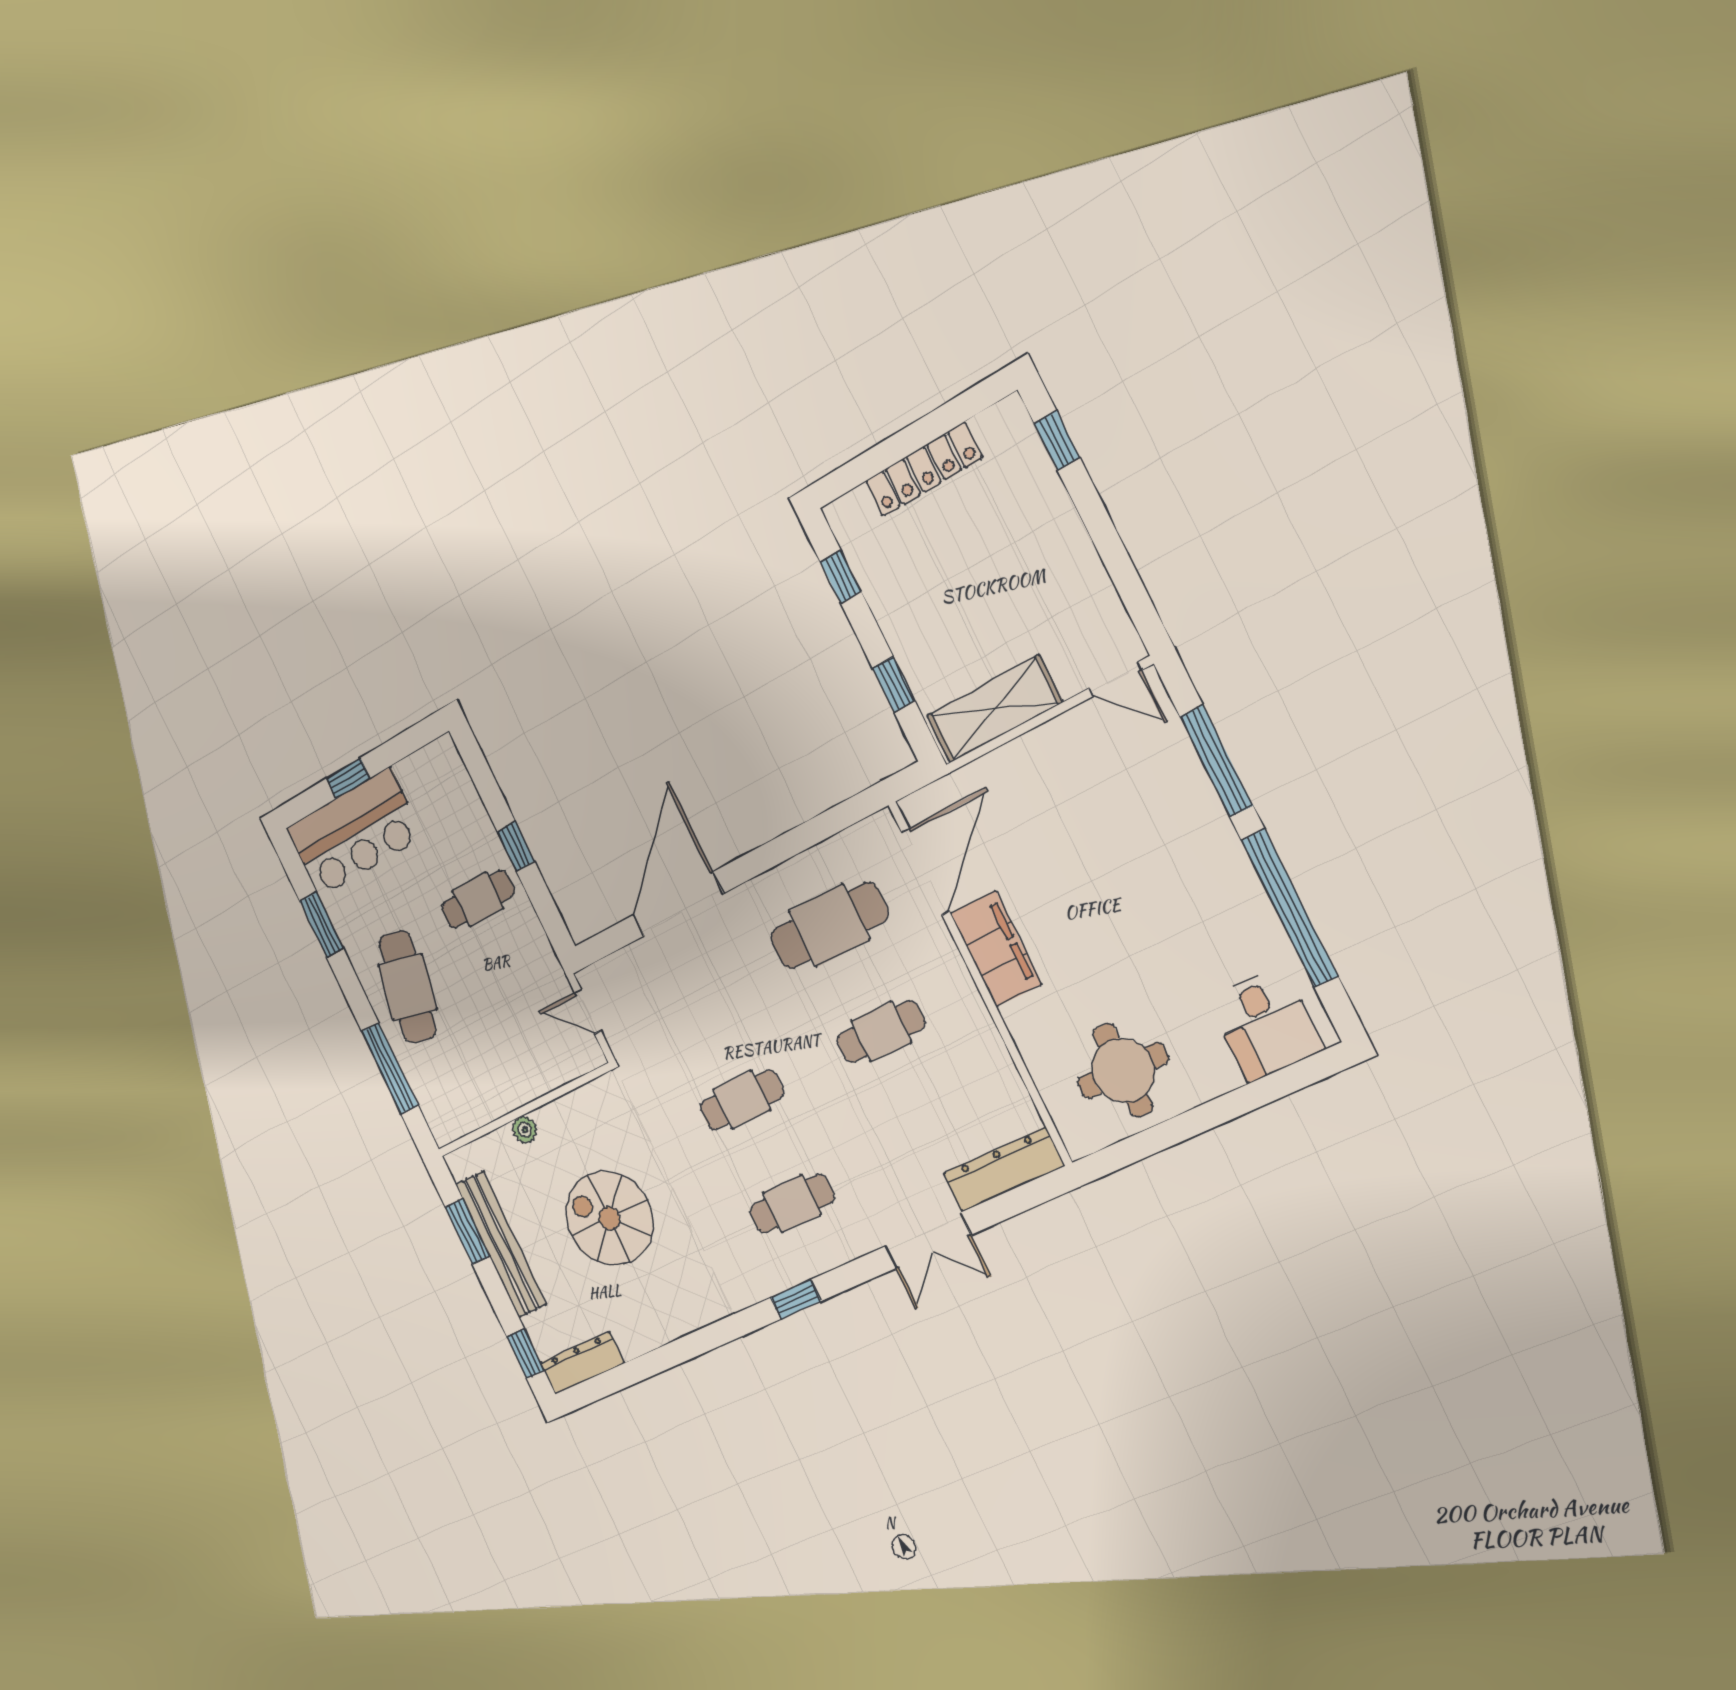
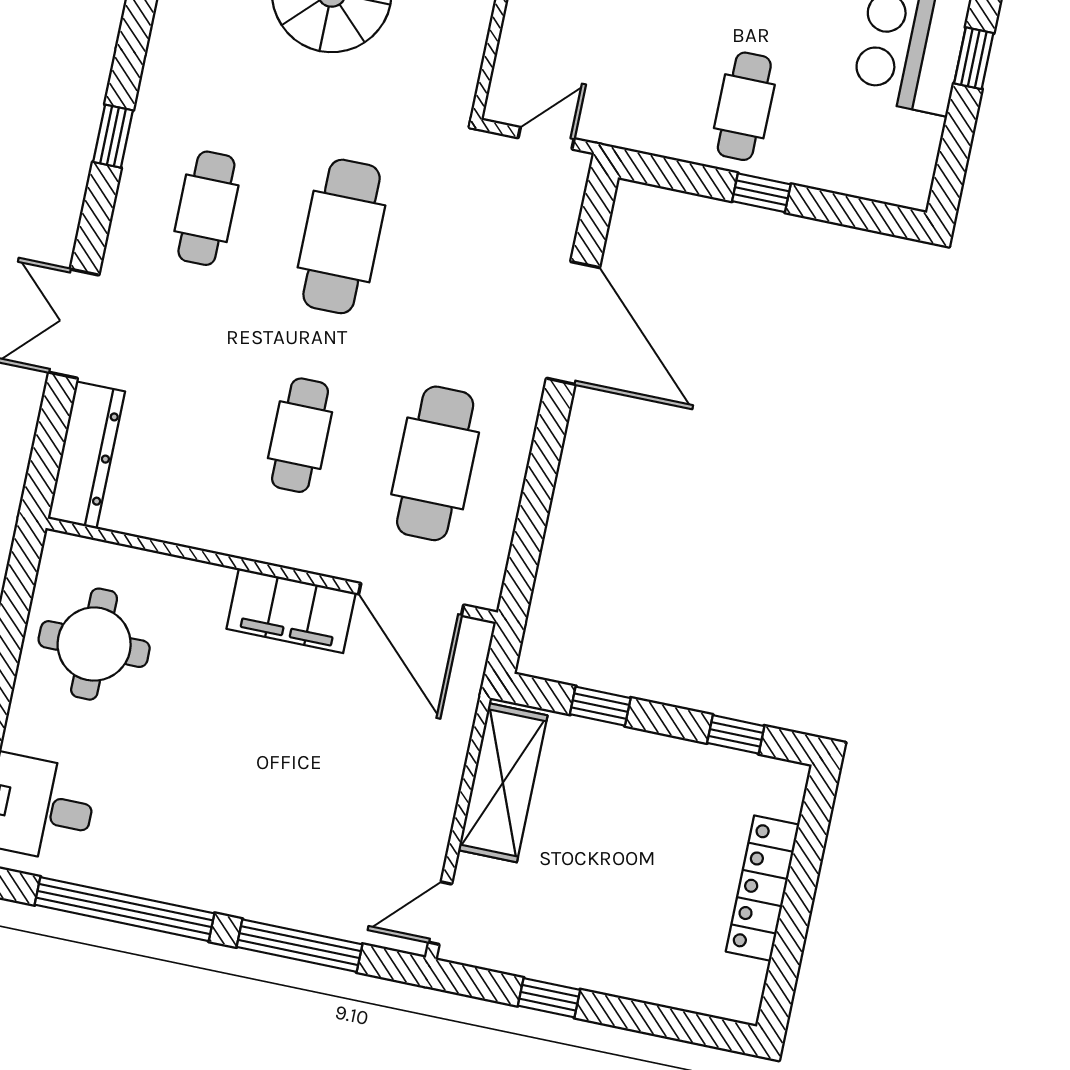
window: (1057, 440) -> (549, 998), moved
cafe table: (742, 1100) -> (342, 236), width x1.37, depth x1.35

